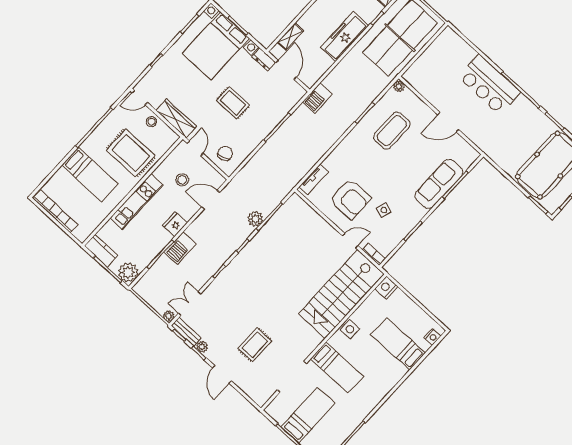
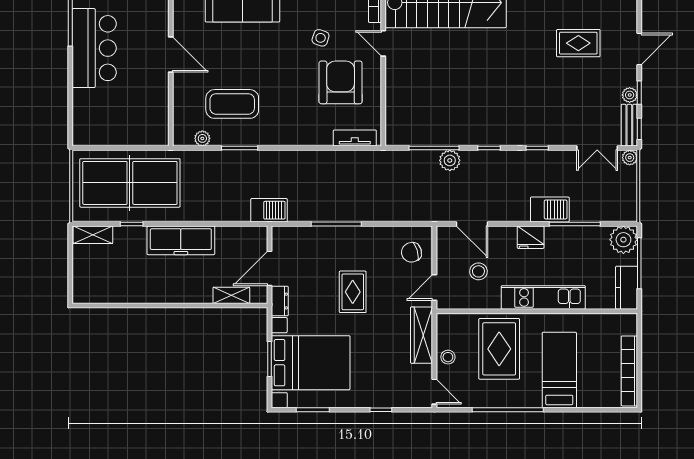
plant: (399, 86) -> (202, 138), moved

